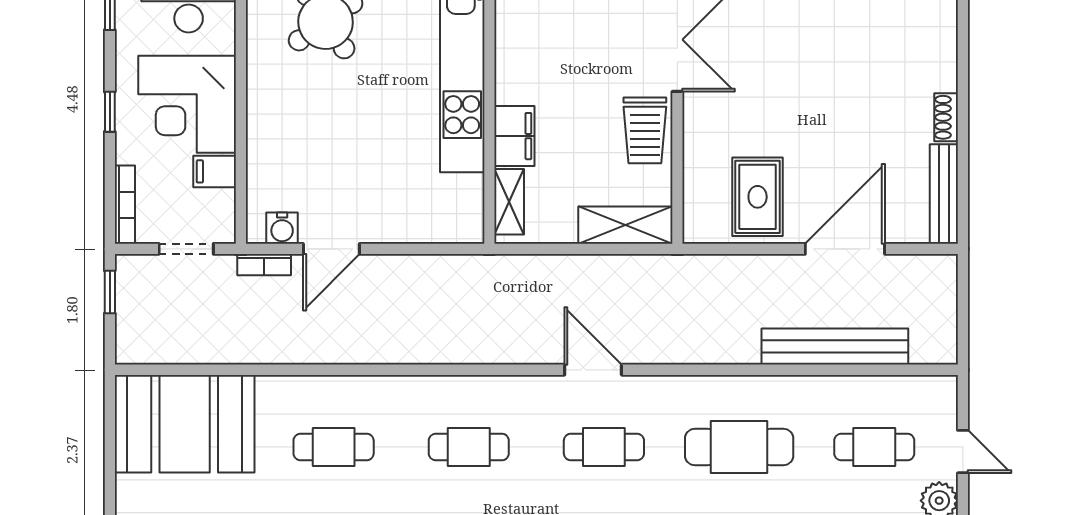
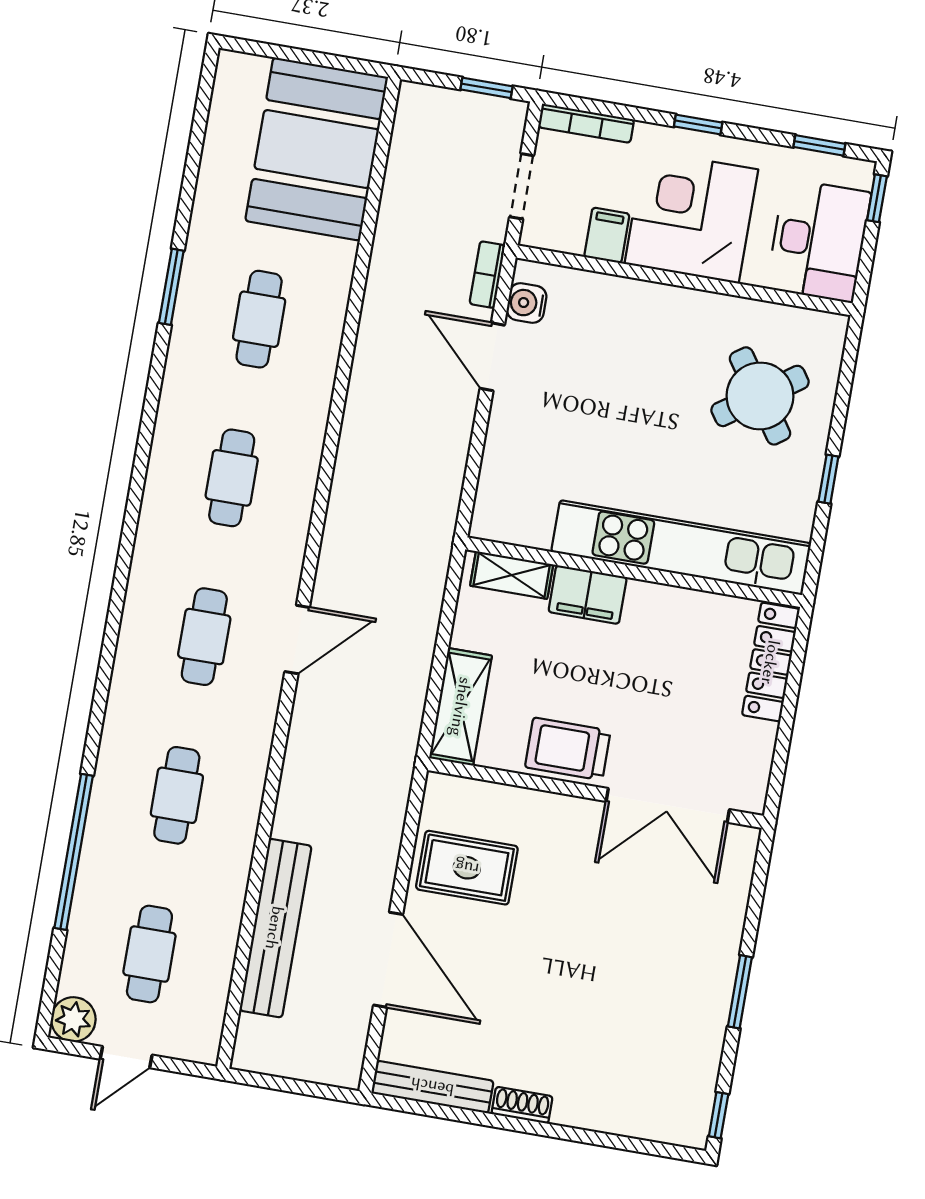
cafe table: (739, 447) -> (177, 795), width x0.73, depth x0.74

